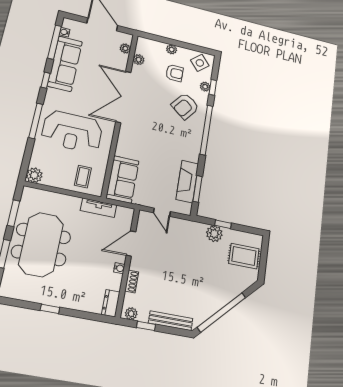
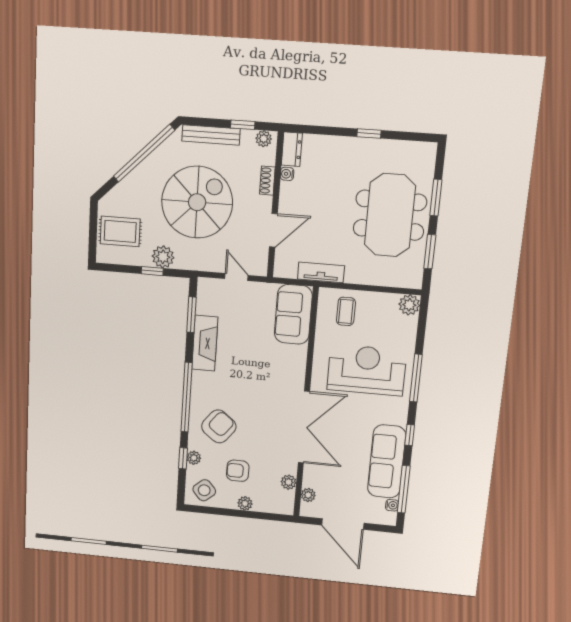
fireplace: (187, 182) -> (205, 343), moved
water cooler: (119, 268) -> (287, 174), moved
spiral stairs: (186, 271) -> (197, 202), added

